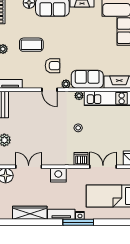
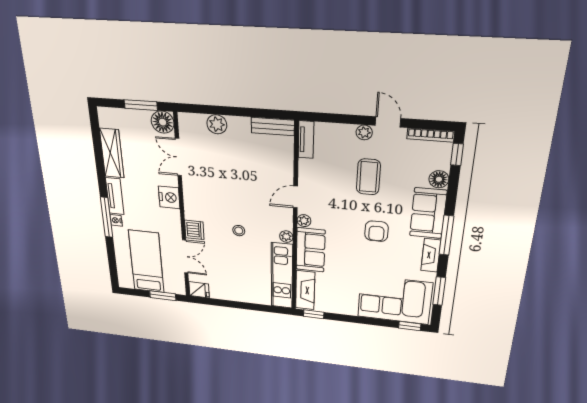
armchair: (53, 66) -> (376, 231), moved
double door: (29, 167) -> (178, 157), swing flipped

